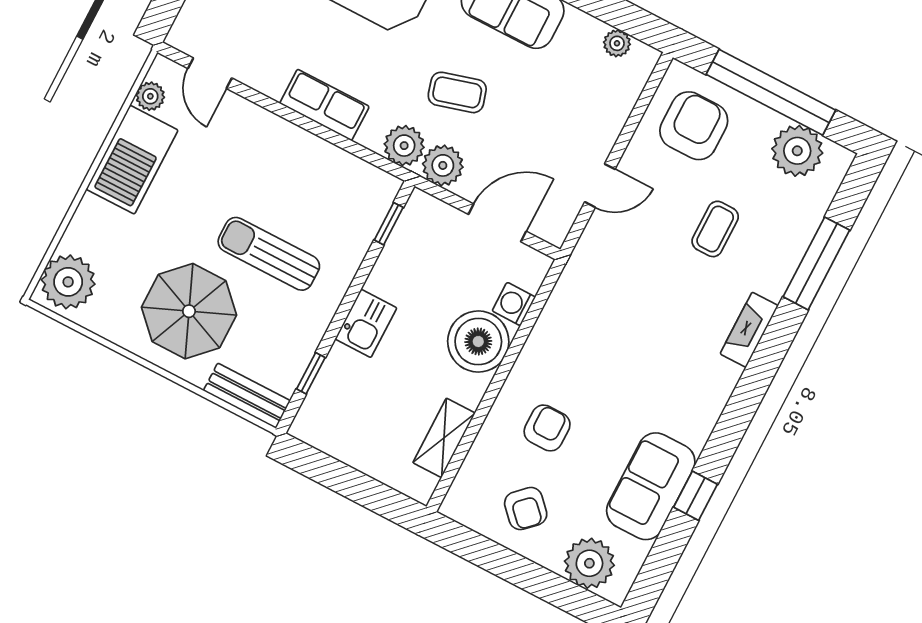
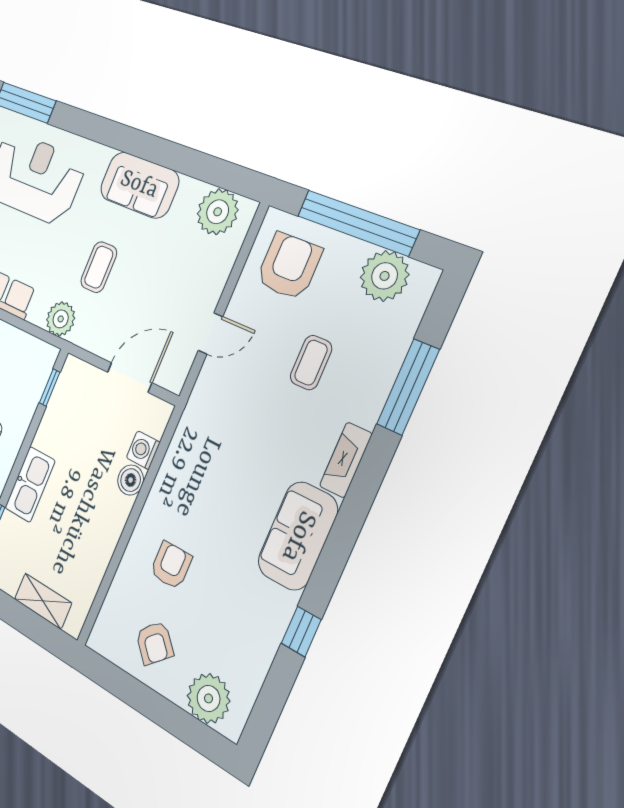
plant: (617, 43) -> (218, 212), width x1.88, depth x1.88
coffee table: (457, 92) -> (99, 267), turned -74
plant: (443, 165) -> (88, 332), removed
kitchen sink: (366, 323) -> (30, 484), width x1.38
boiler: (478, 341) -> (131, 480), width x0.54, depth x0.54
shelving: (444, 438) -> (43, 601), moved, turned 90
sofa: (651, 486) -> (298, 536), moved

